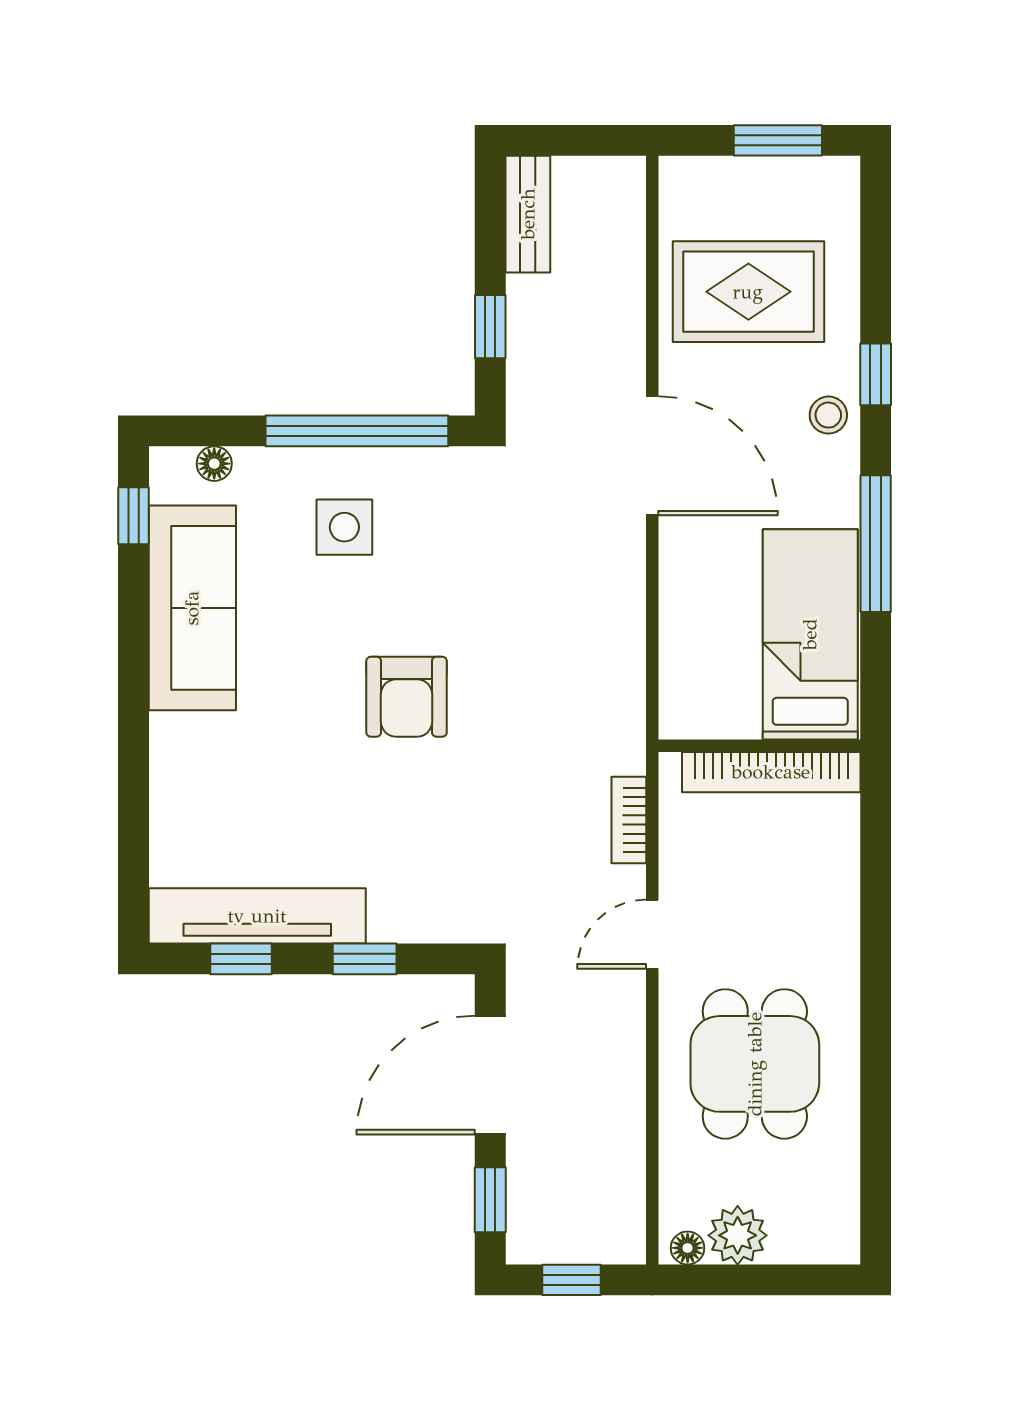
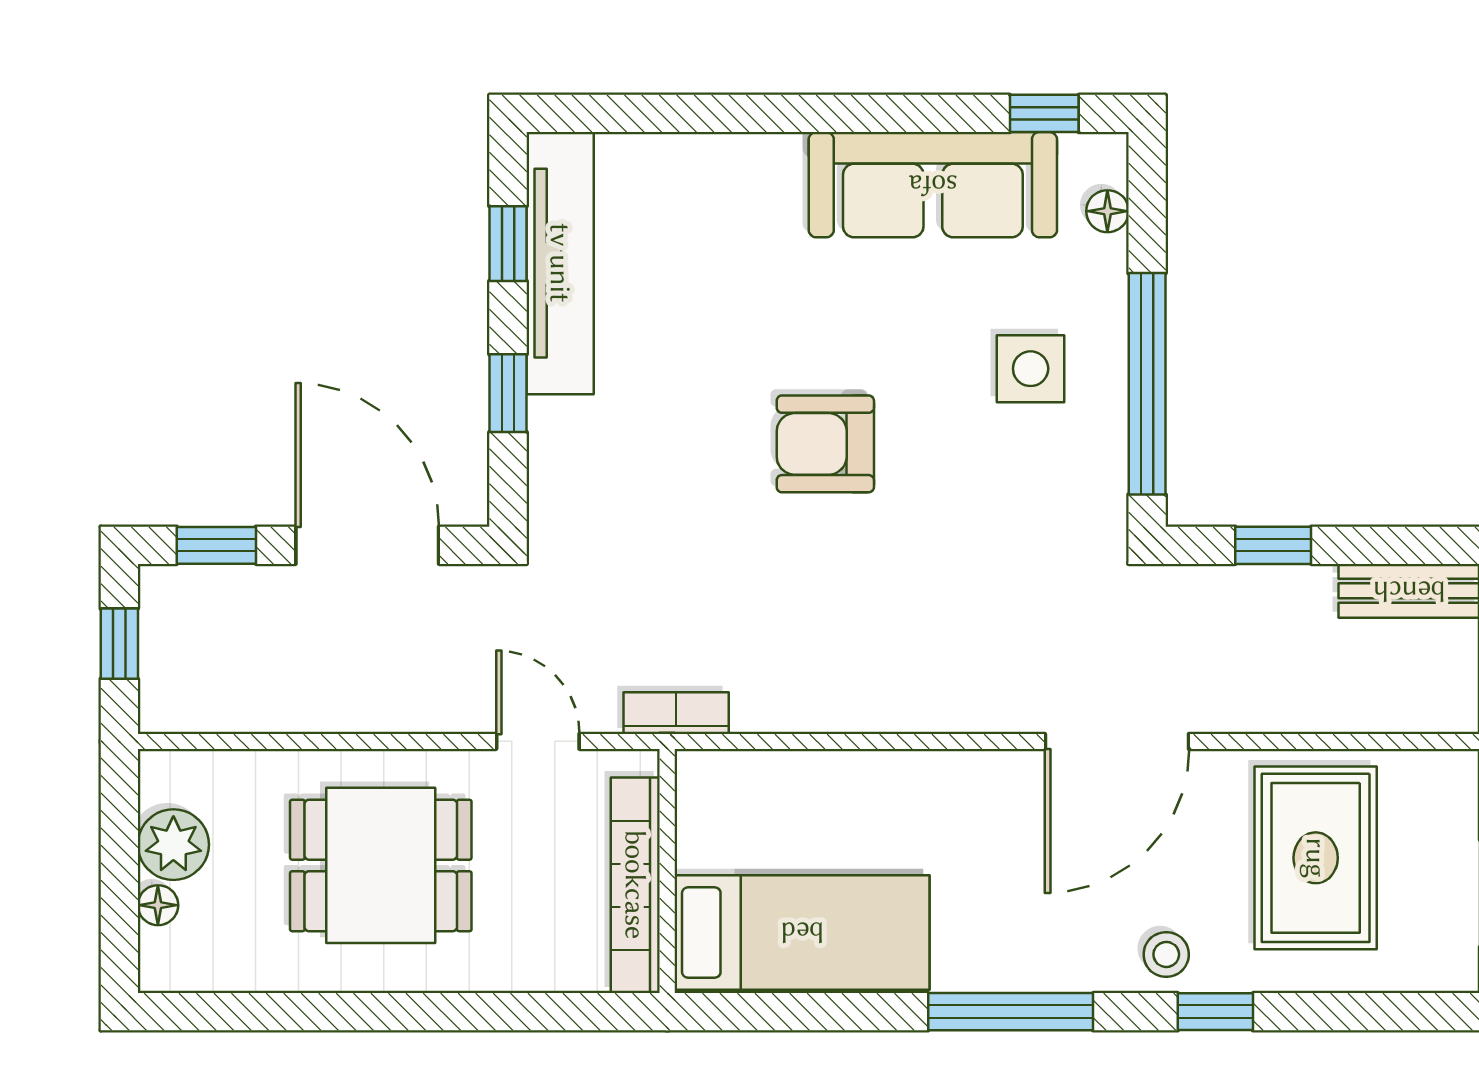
bed: (810, 634) -> (802, 932), moved
wall: (759, 746) -> (667, 871), moved
bookcase: (771, 772) -> (635, 885), moved
floor lamp: (688, 1248) -> (158, 905), moved

